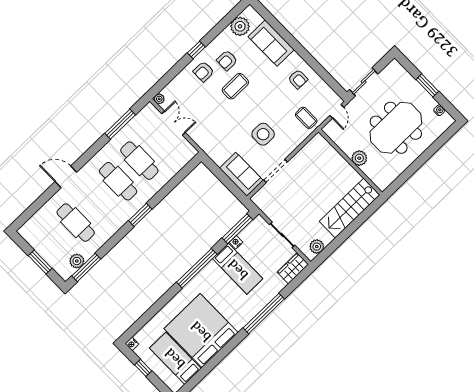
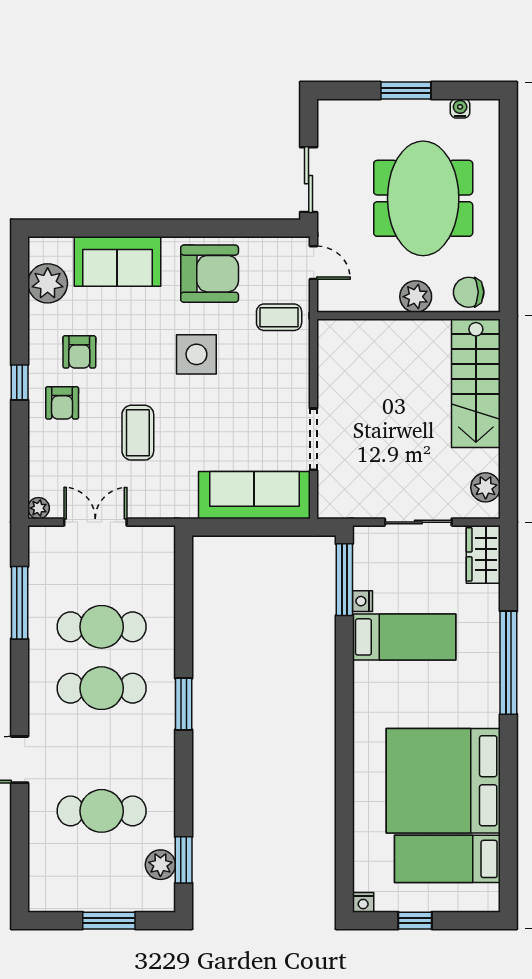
armchair: (298, 79) -> (210, 274), width x1.88, depth x1.88
coffee table: (235, 86) -> (138, 433), moved
side table: (263, 134) -> (196, 354), moved
sofa: (241, 174) -> (254, 495), width x1.36
chair: (379, 175) -> (469, 292), added
window: (86, 267) -> (184, 860), width x0.69
window: (197, 268) -> (344, 697), removed

